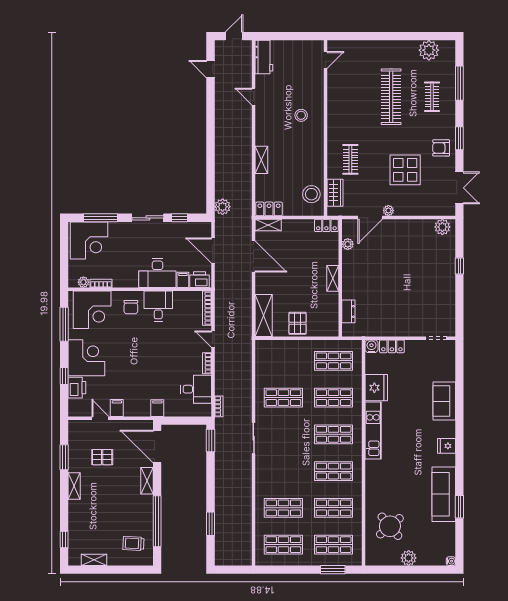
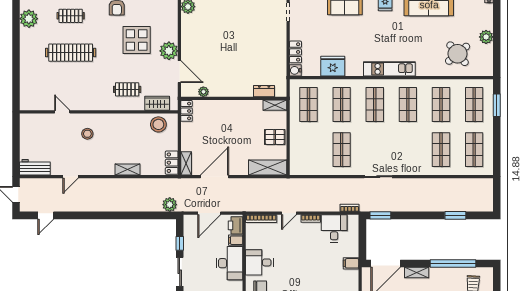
door: (325, 60) -> (62, 112), moved
plant: (388, 210) -> (169, 51), width x1.88, depth x1.88
shelving: (333, 278) -> (275, 105), moved
kitchen unit: (373, 431) -> (389, 69), moved

